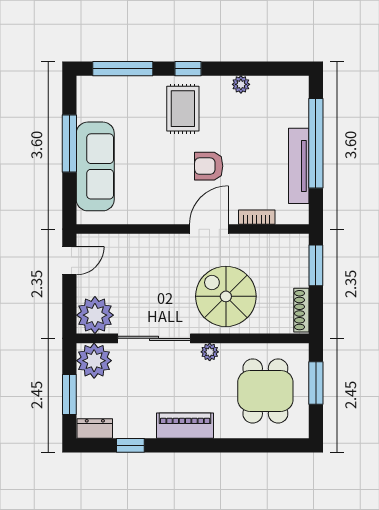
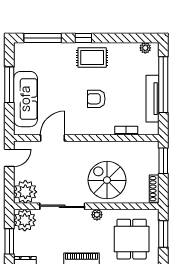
plant: (241, 84) -> (145, 48), moved
rug: (183, 109) -> (92, 58), moved, turned 90
door: (209, 229) -> (52, 138), moved

